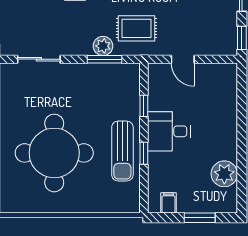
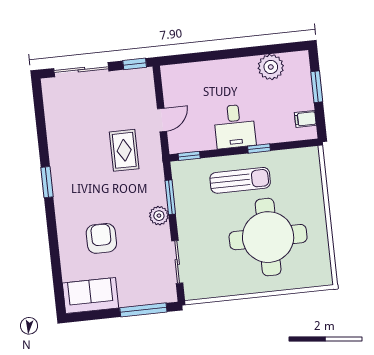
rug: (137, 28) -> (124, 150), moved
plant: (103, 46) -> (159, 216), moved
window: (144, 106) -> (189, 156), moved
sun lounger: (122, 151) -> (240, 180), moved

